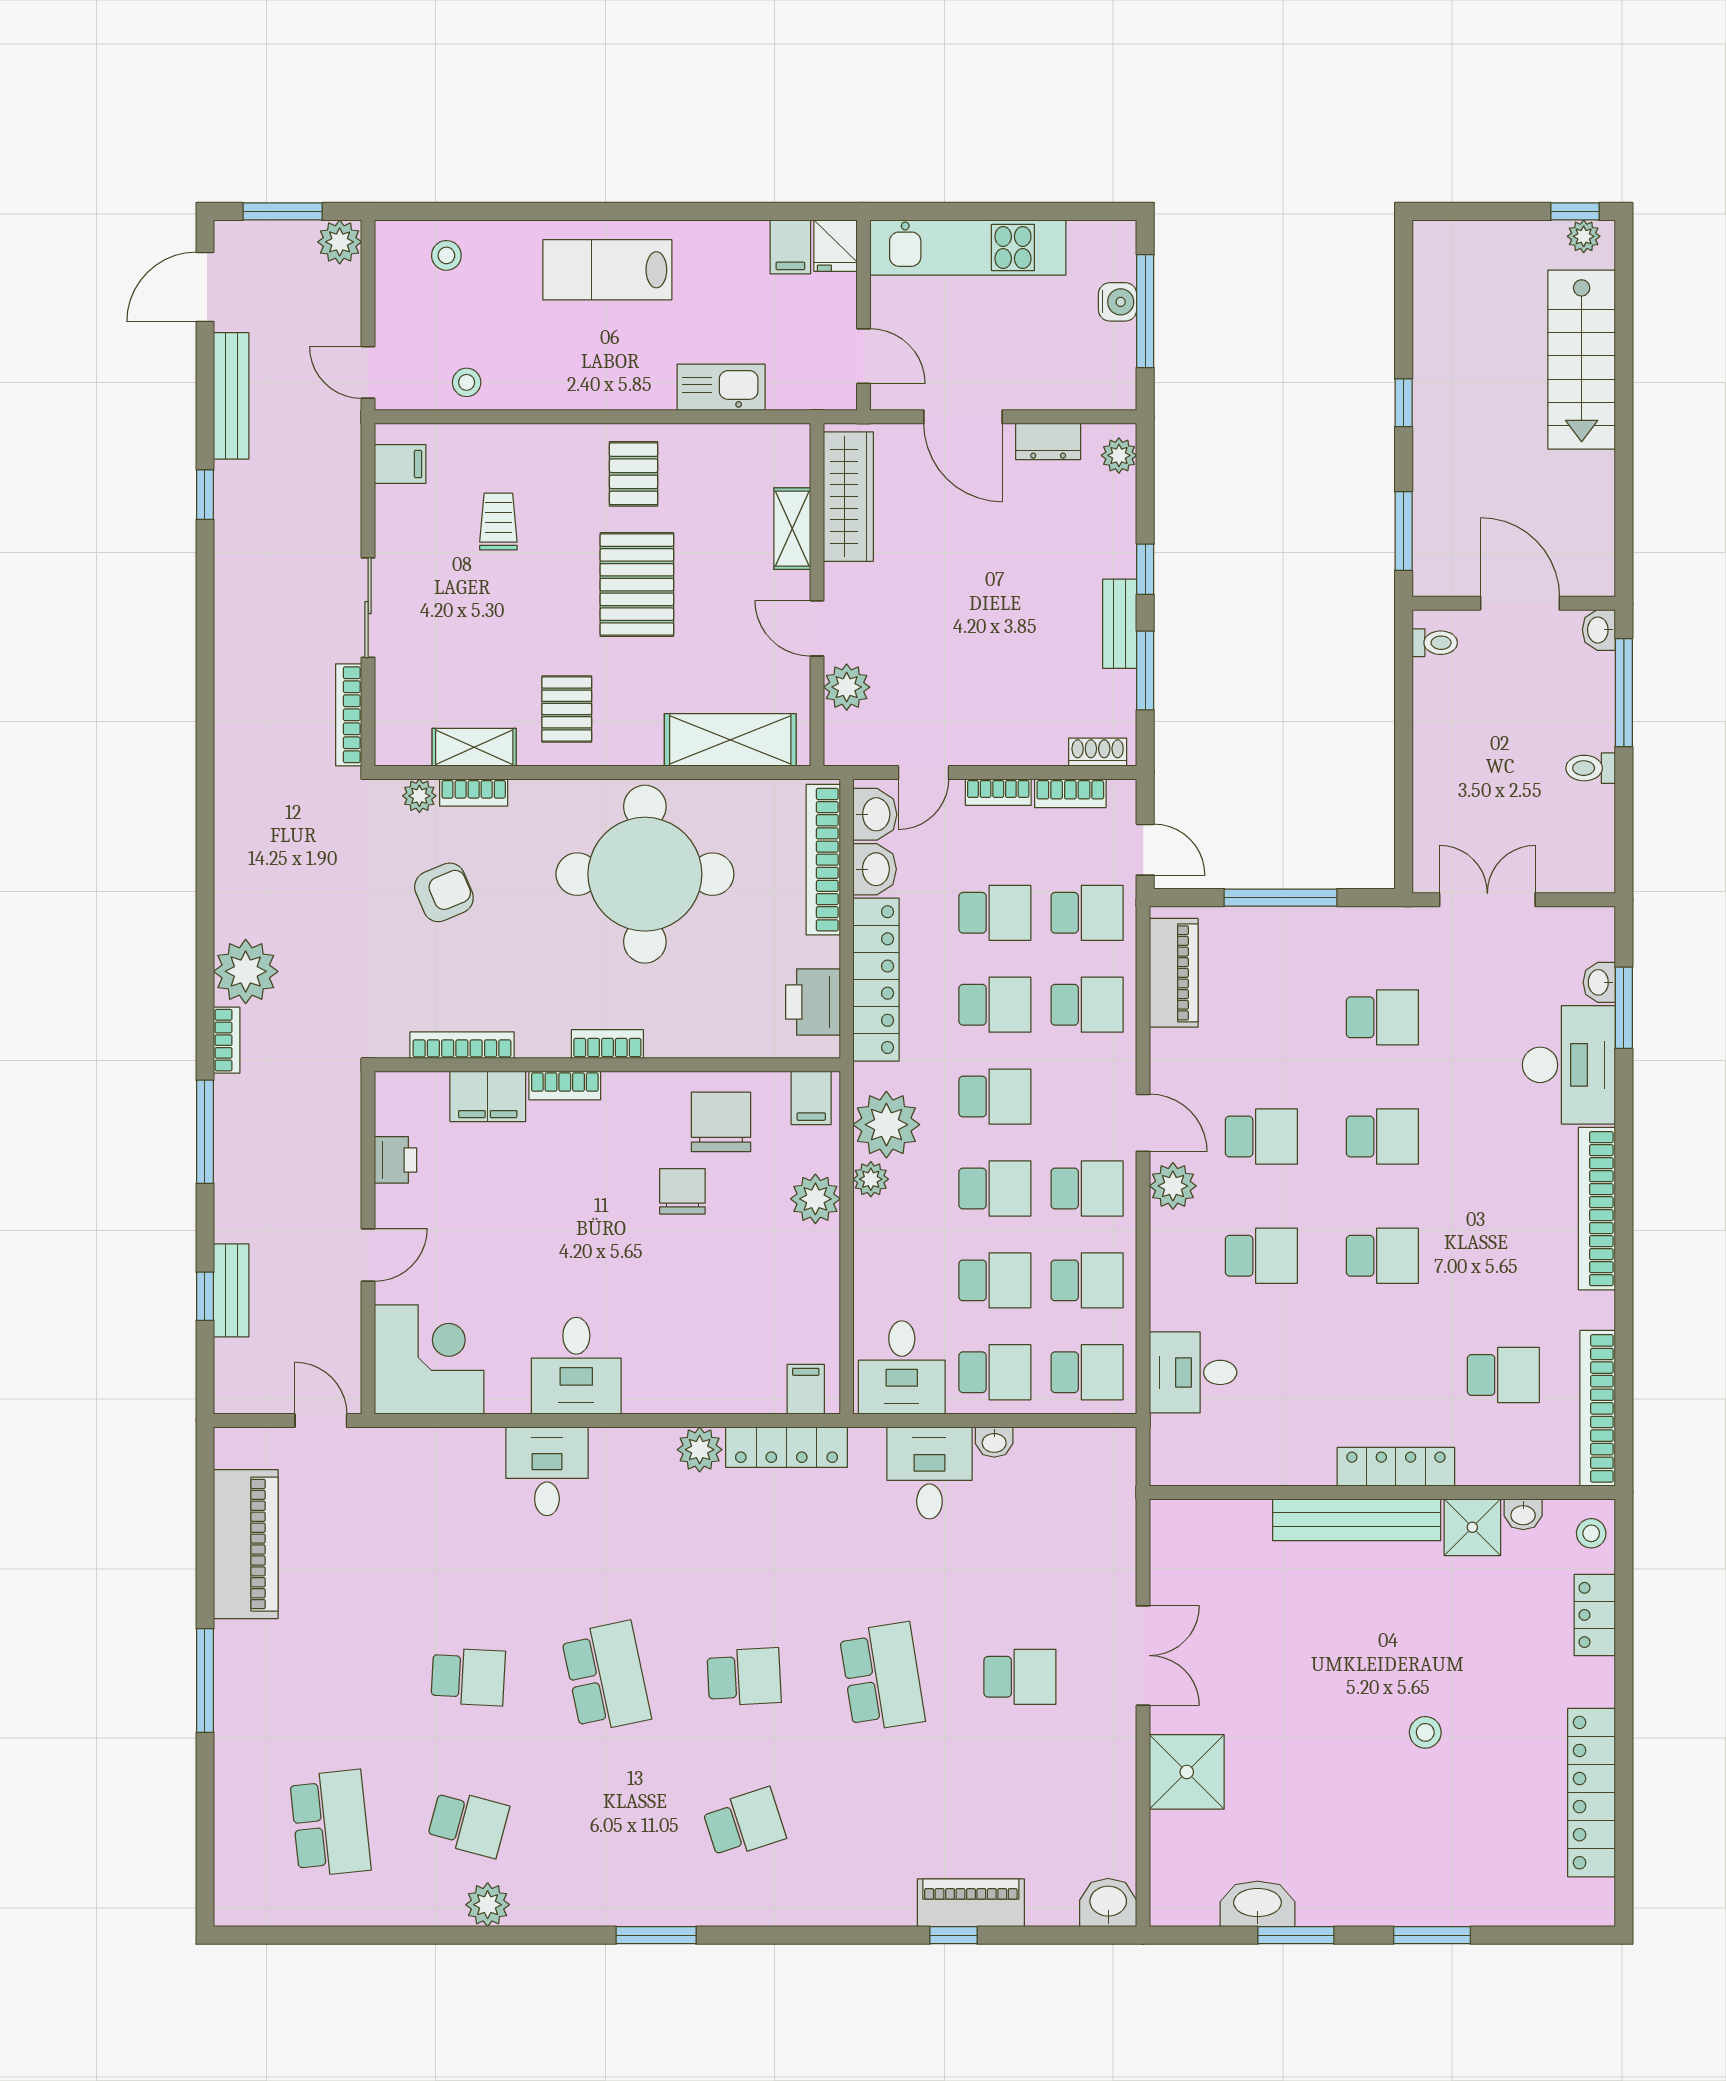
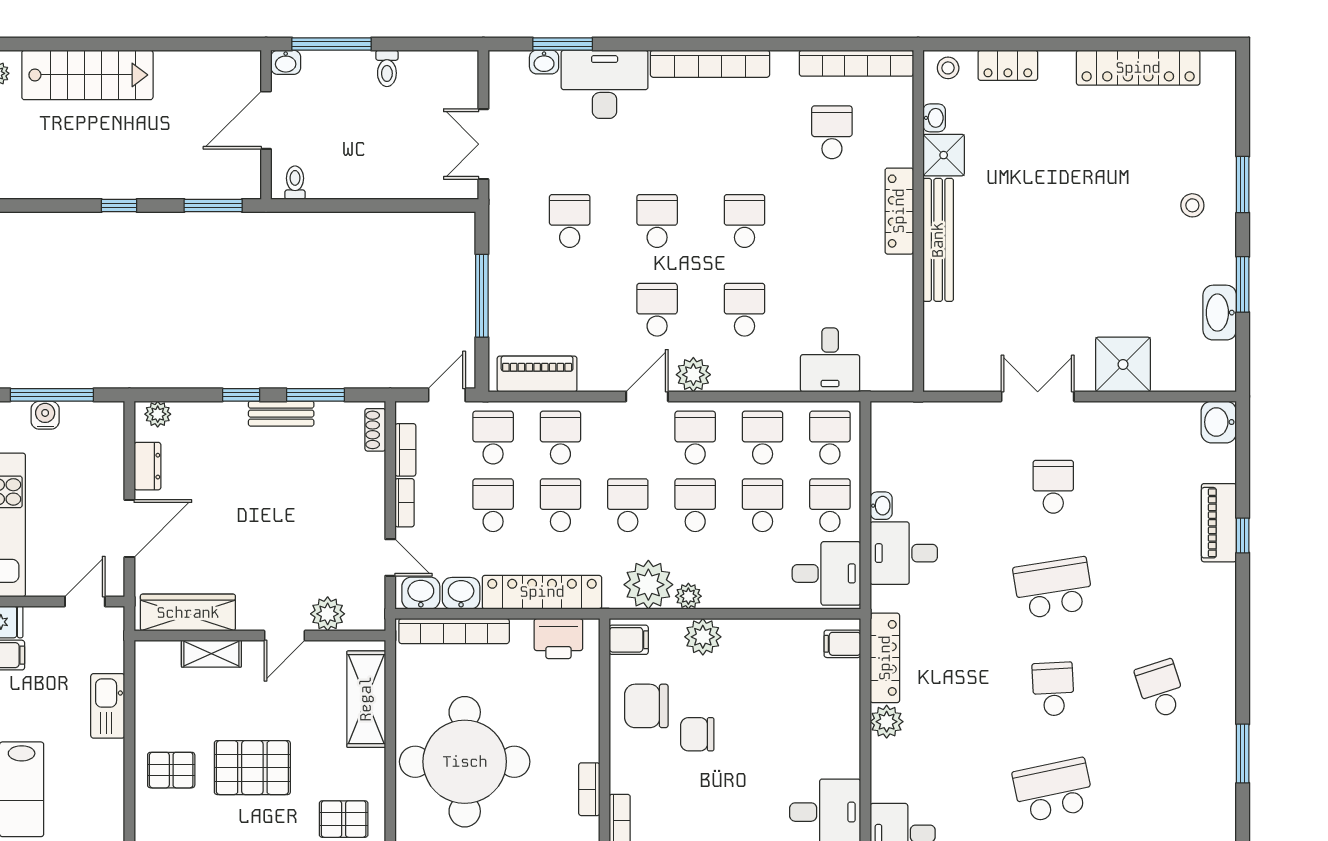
stool: (1425, 1732) -> (1192, 205), moved

